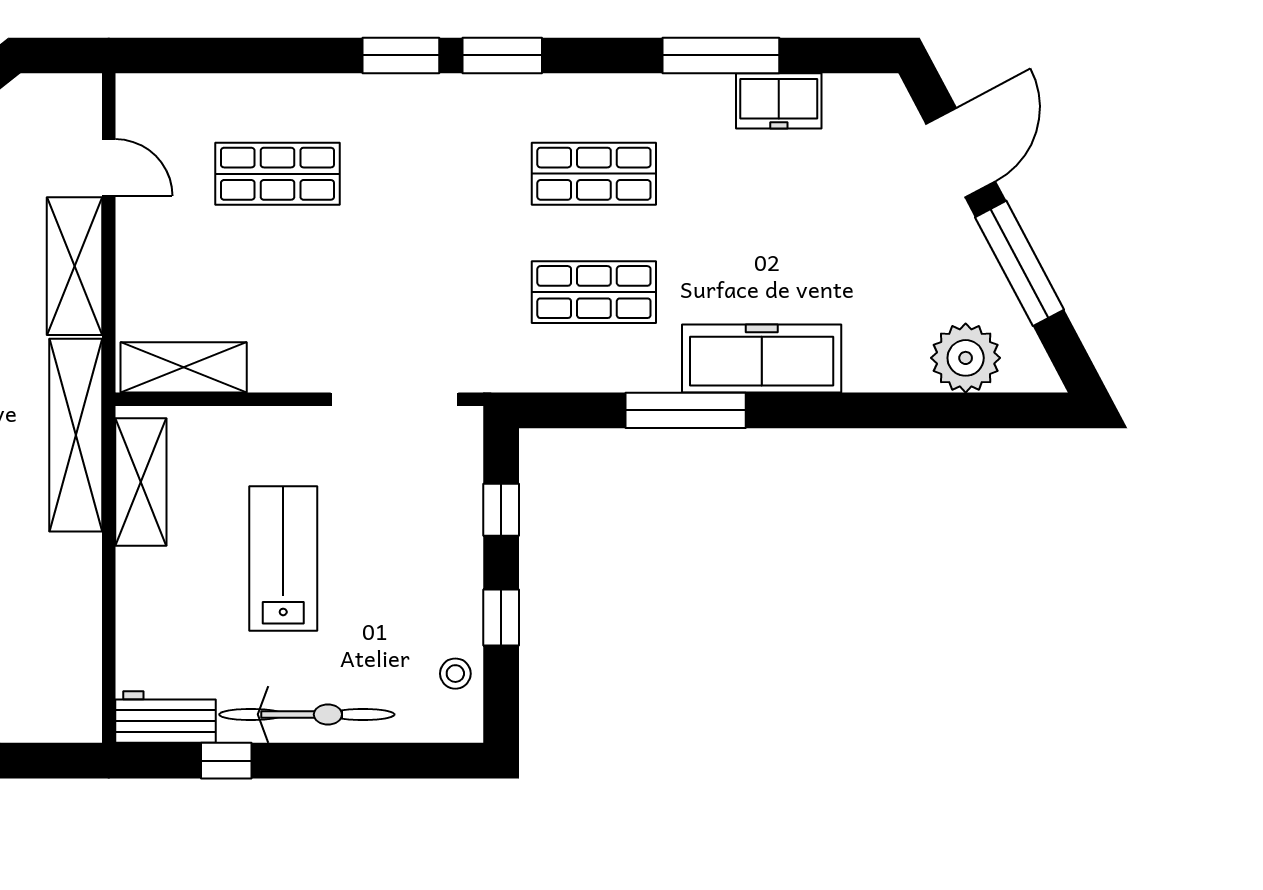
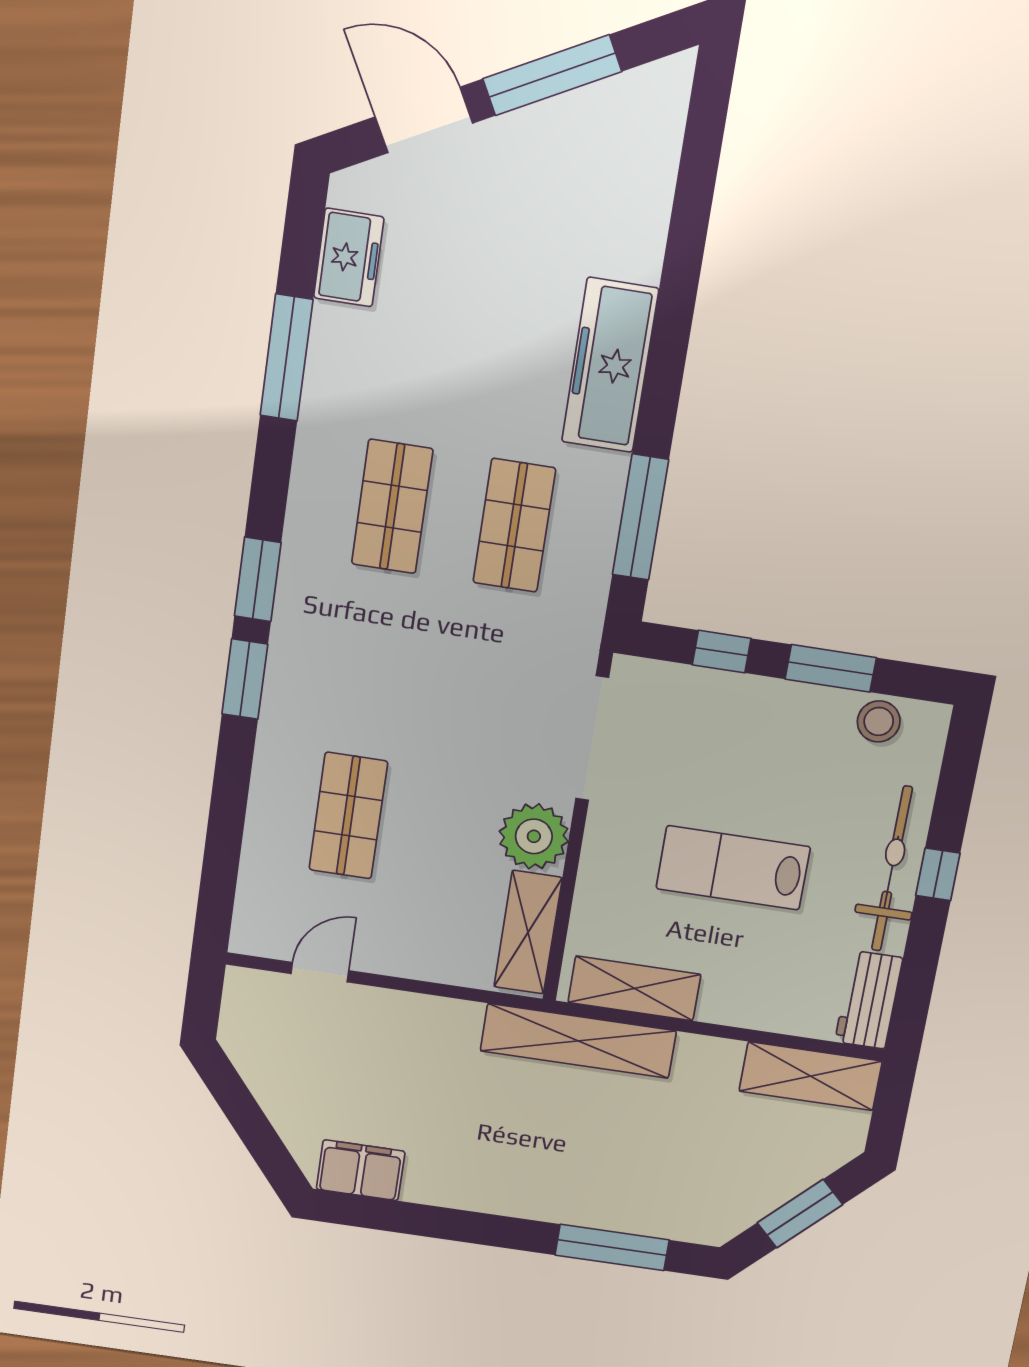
freezer: (779, 101) -> (349, 257), moved
shelving: (74, 266) -> (811, 1076), moved
plant: (966, 358) -> (534, 836), moved
window: (686, 410) -> (640, 517), moved
window: (501, 618) -> (831, 668), width x1.50
stool: (455, 674) -> (879, 721), width x1.37, depth x1.37
window: (226, 761) -> (938, 874), moved

